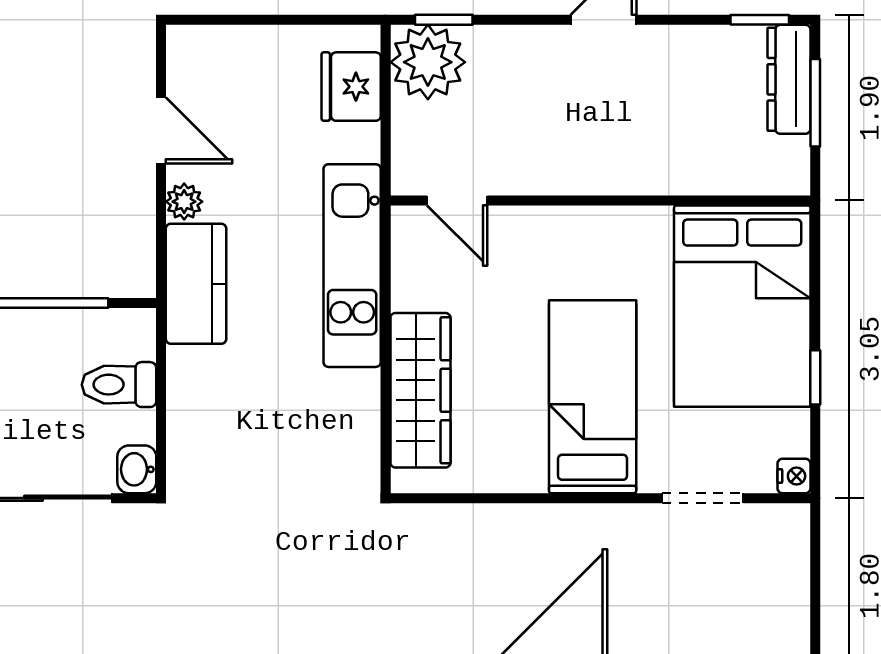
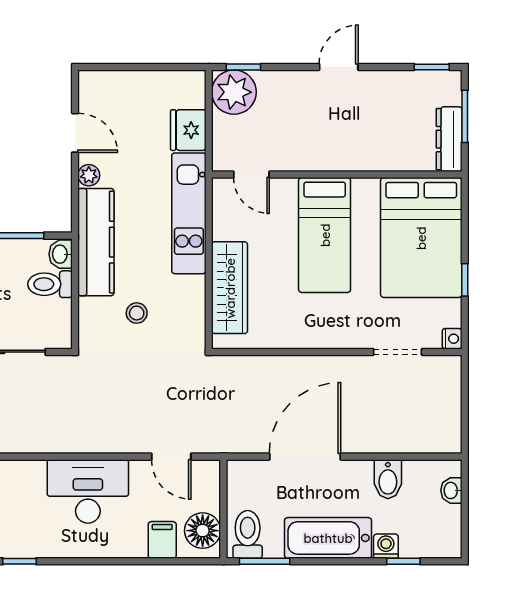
dresser: (789, 79) -> (449, 139), moved
fridge: (351, 87) -> (188, 130), moved
kitchen counter: (196, 284) -> (96, 242), width x1.50
bed: (593, 397) -> (325, 235), moved, turned 180
stool: (265, 433) -> (137, 313), added
washbasin: (137, 469) -> (61, 254), moved

